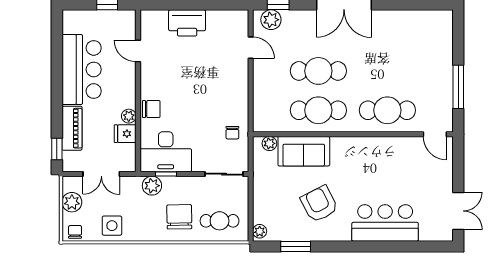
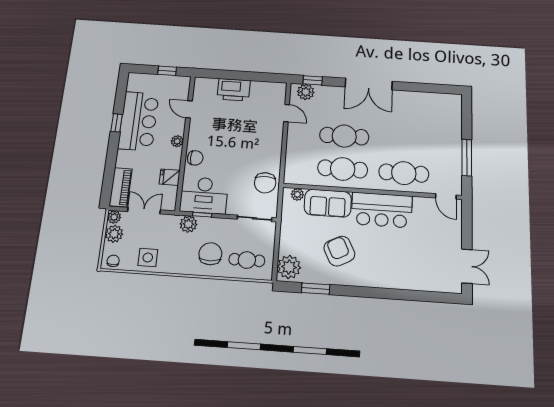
plant: (129, 116) -> (177, 141), moved
piano: (72, 128) -> (121, 187), moved
chair: (232, 133) -> (265, 183), width x1.87, depth x1.87
window: (57, 149) -> (117, 123), moved
double door: (101, 174) -> (144, 211), swing flipped
plant: (69, 184) -> (114, 217), added
bar counter: (385, 223) -> (382, 210), moved, turned 180
plant: (260, 231) -> (289, 267), width x1.87, depth x1.87

